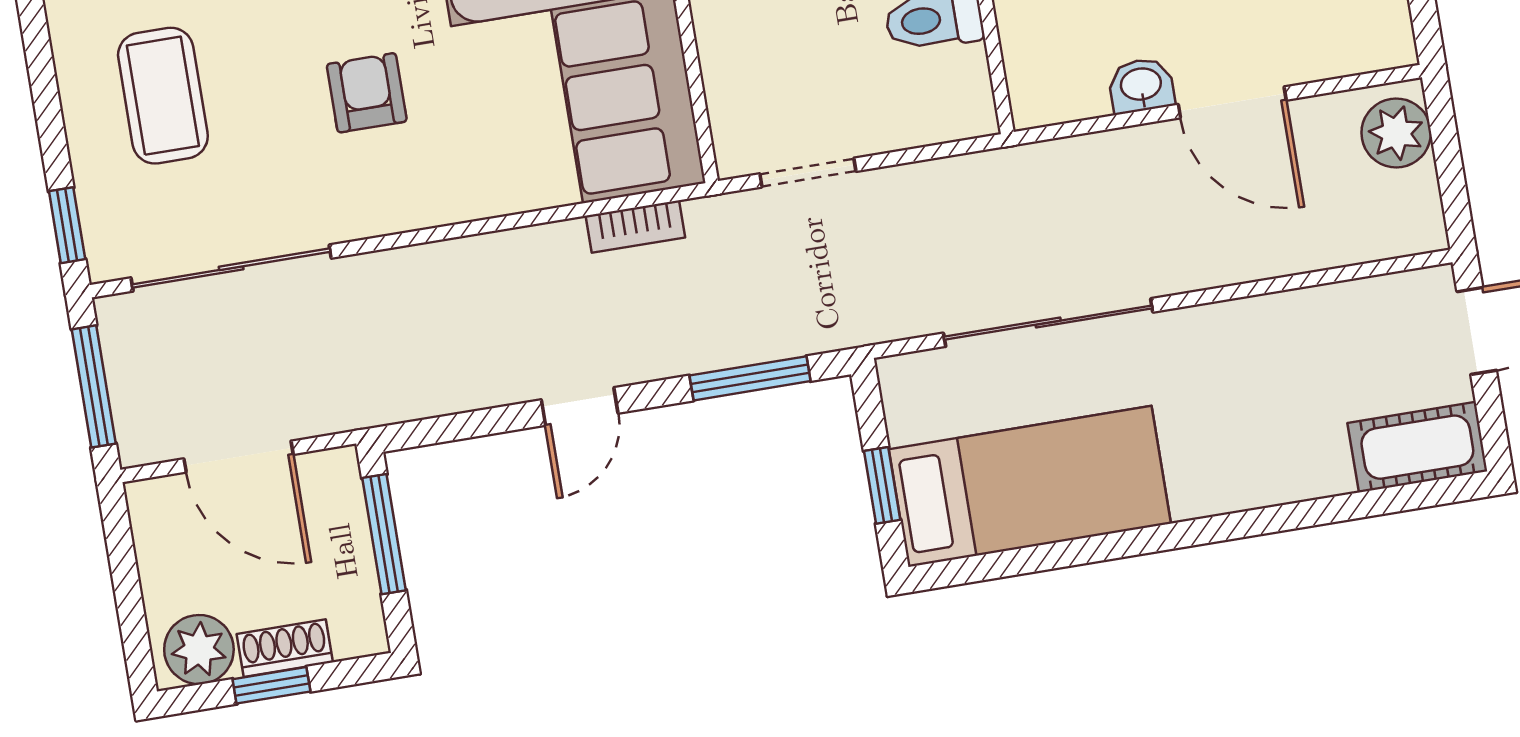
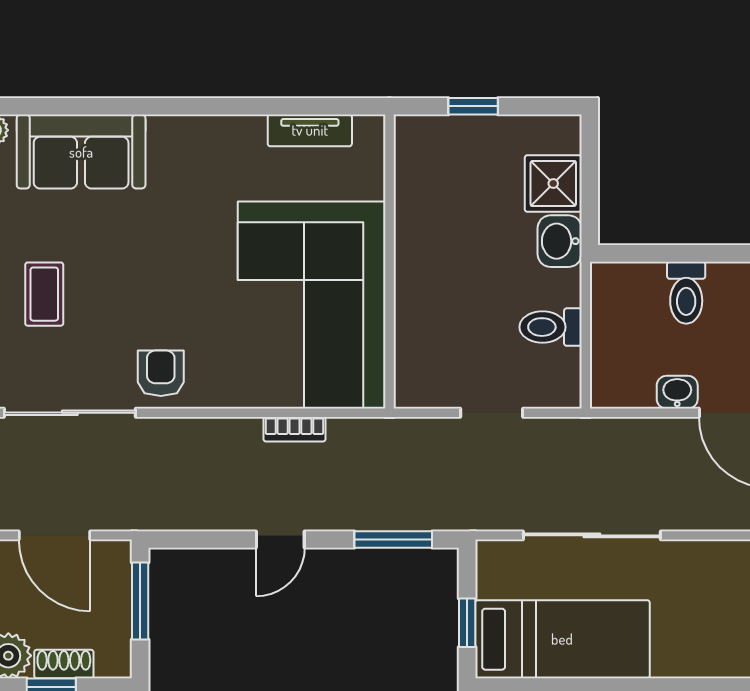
armchair: (367, 93) -> (161, 373), moved
coffee table: (163, 96) -> (44, 294), width x0.73, depth x0.77
doorway: (808, 173) -> (492, 413), moved
bookcase: (635, 227) -> (294, 429), moved

